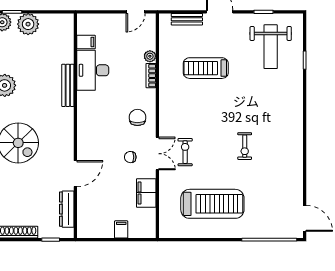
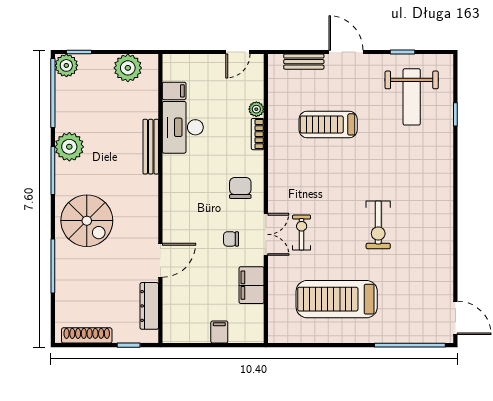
plant: (28, 24) -> (128, 68), moved
exercise bike: (245, 146) -> (378, 225), width x1.38, depth x1.39
treadmill: (212, 204) -> (337, 299), turned 180

